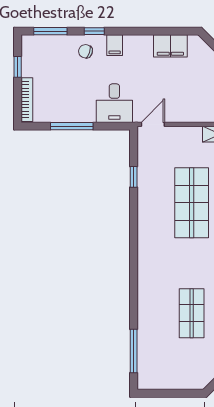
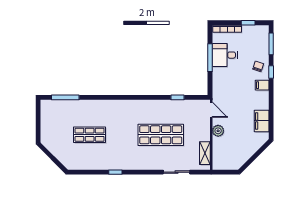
desk: (114, 103) -> (225, 55), moved
plant: (186, 114) -> (218, 131), added

